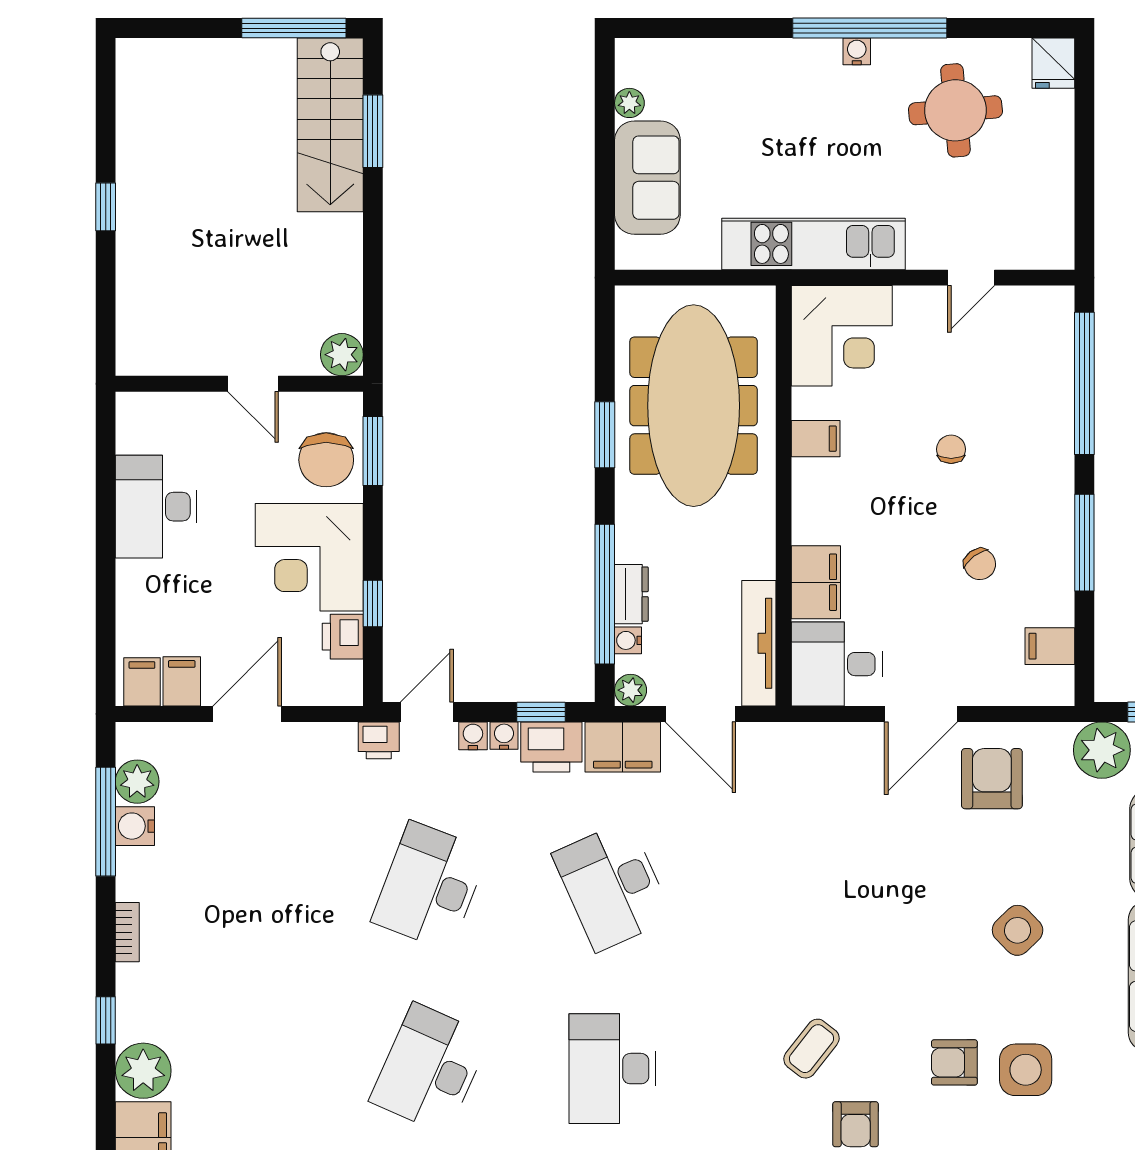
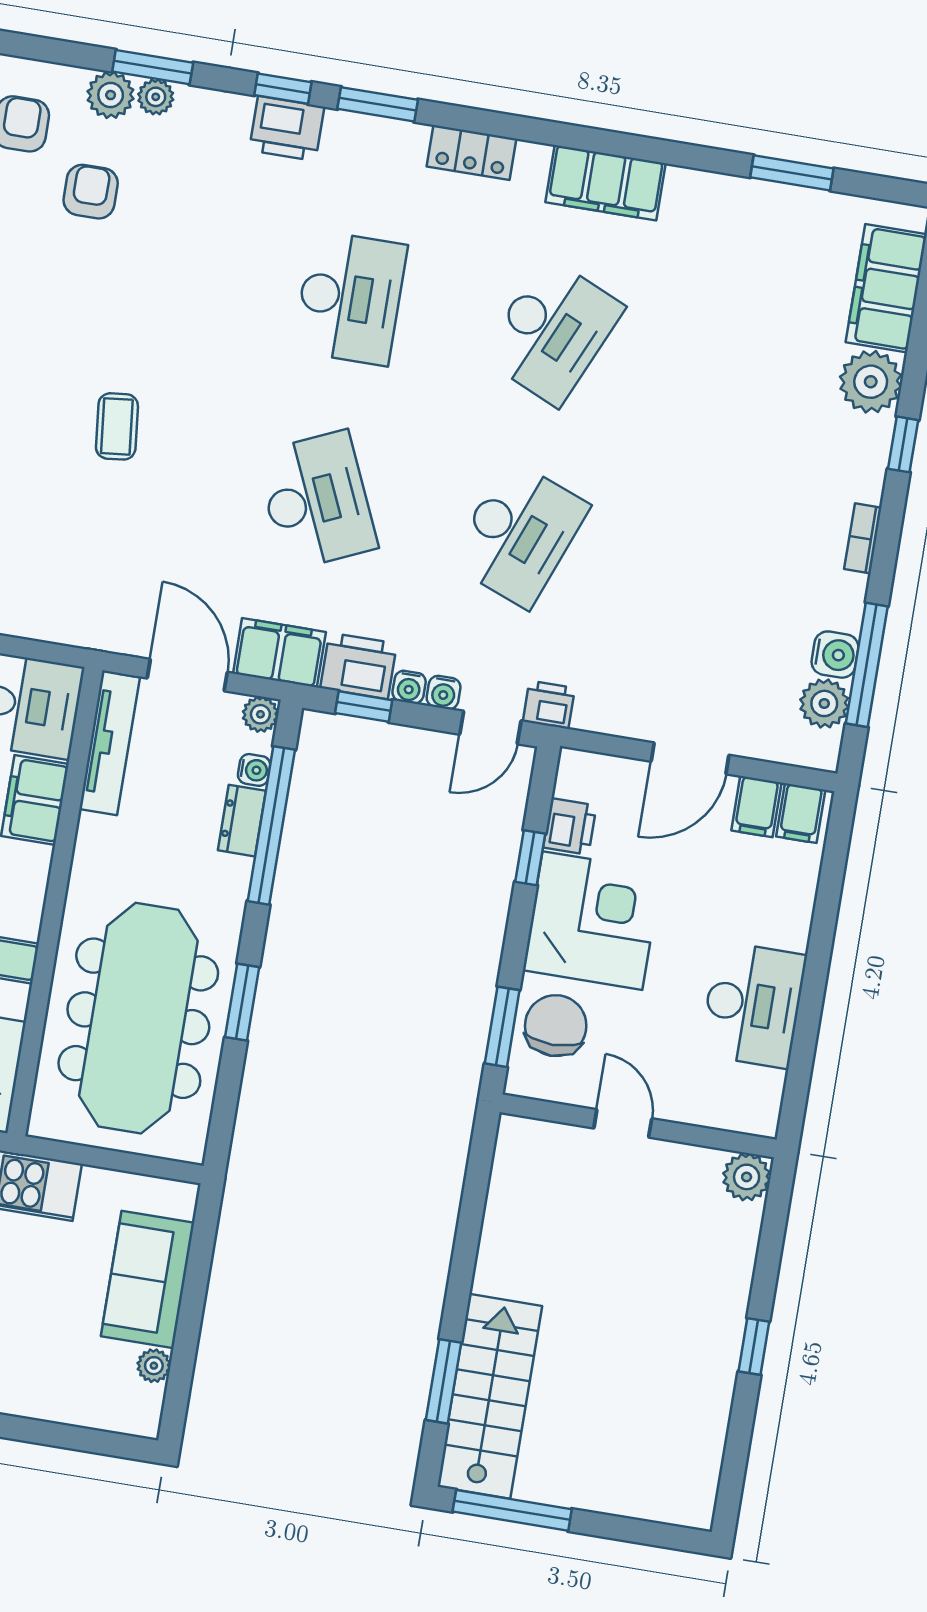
plant: (342, 355) -> (747, 1177), moved
coffee table: (811, 1049) -> (117, 426), moved, turned -44

